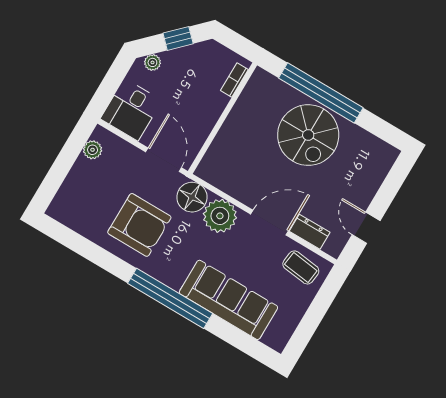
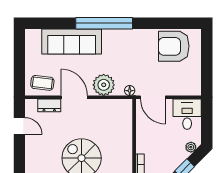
plant: (93, 150) -> (195, 80), removed
floor lamp: (192, 197) -> (130, 91), width x0.53, depth x0.53
door: (269, 223) -> (74, 97), swing flipped
armchair: (139, 225) -> (174, 46), moved

